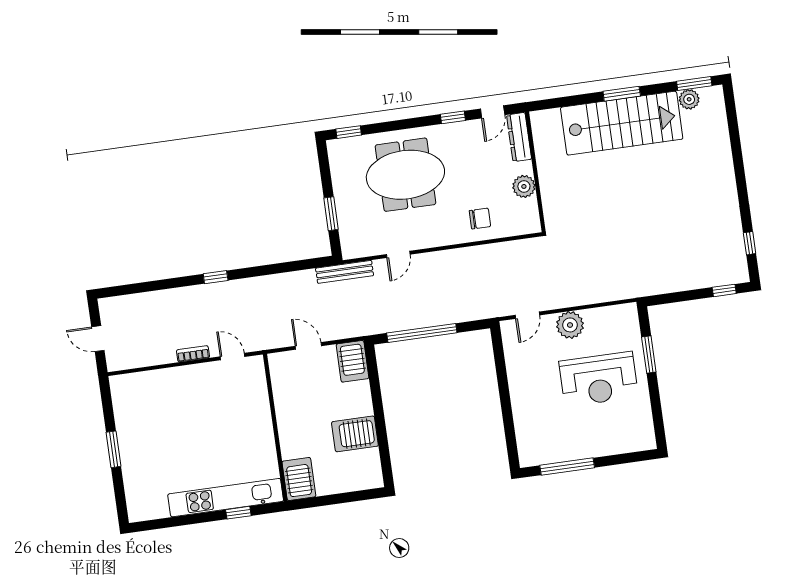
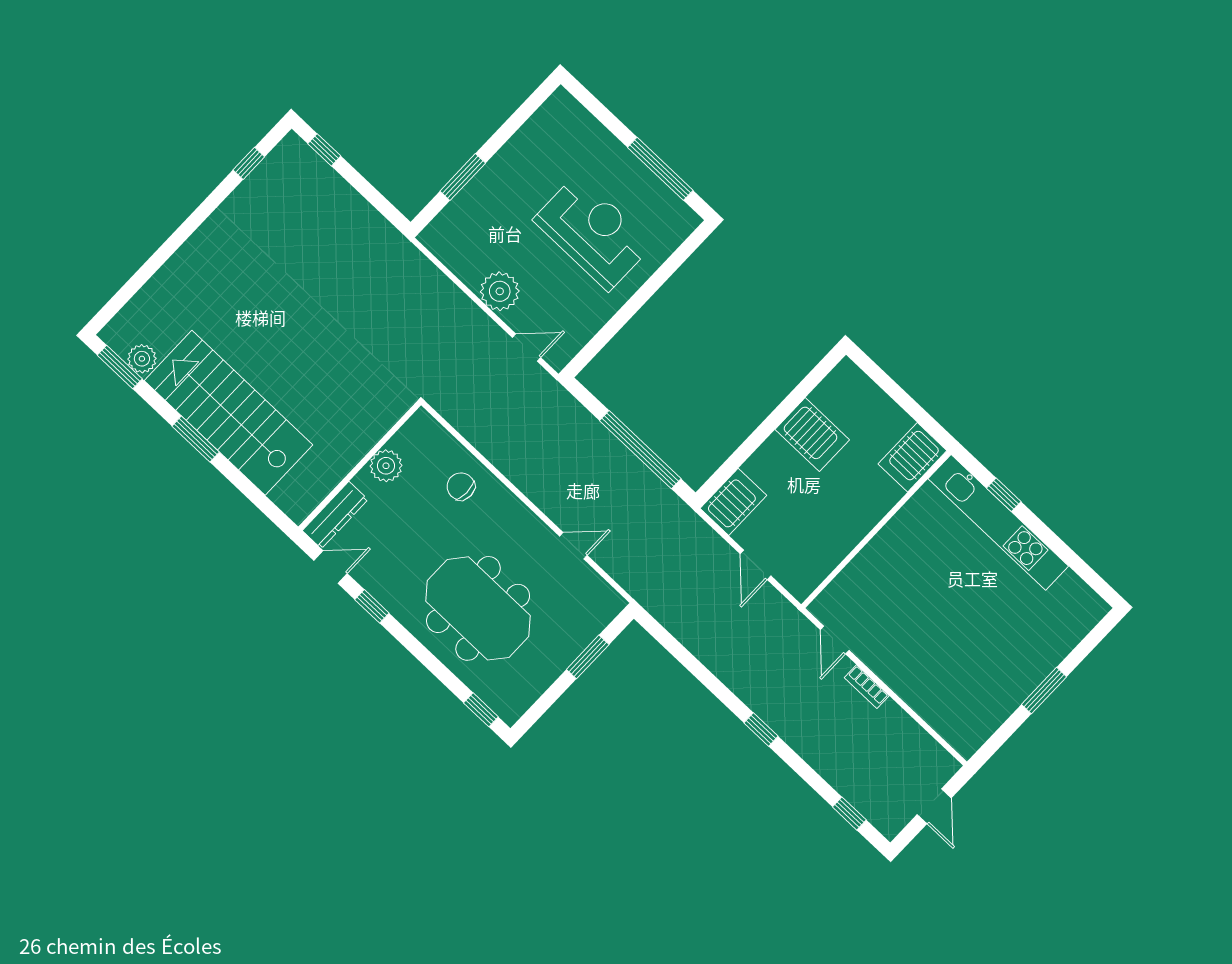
bench: (345, 272) -> (641, 590), removed
window: (131, 289) -> (849, 813), added
reception desk: (599, 379) -> (593, 232), moved

